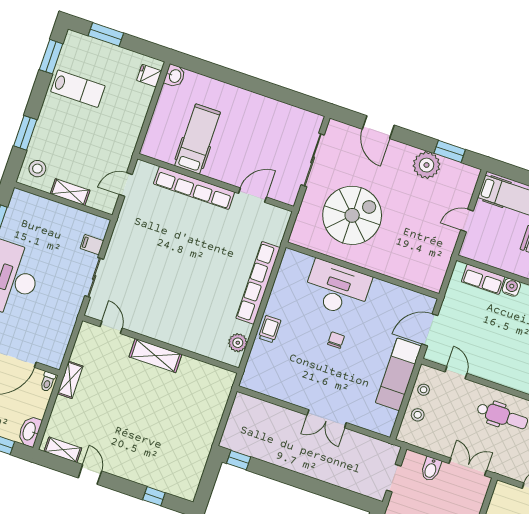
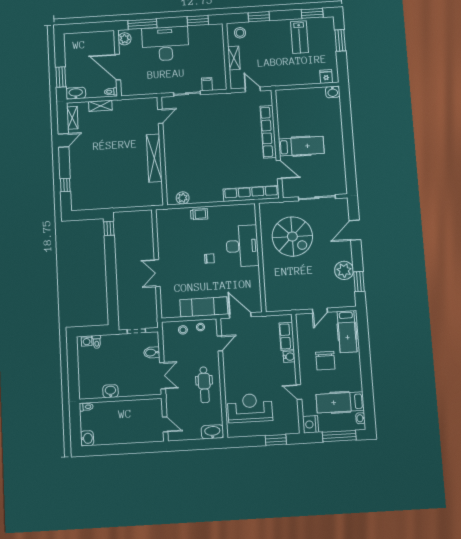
hospital bed: (198, 139) -> (301, 146), moved
door: (467, 220) -> (320, 311), swing flipped
row of seats: (258, 283) -> (251, 194), moved
shelving: (155, 356) -> (154, 158), width x1.47
shelving: (70, 380) -> (100, 106), moved

